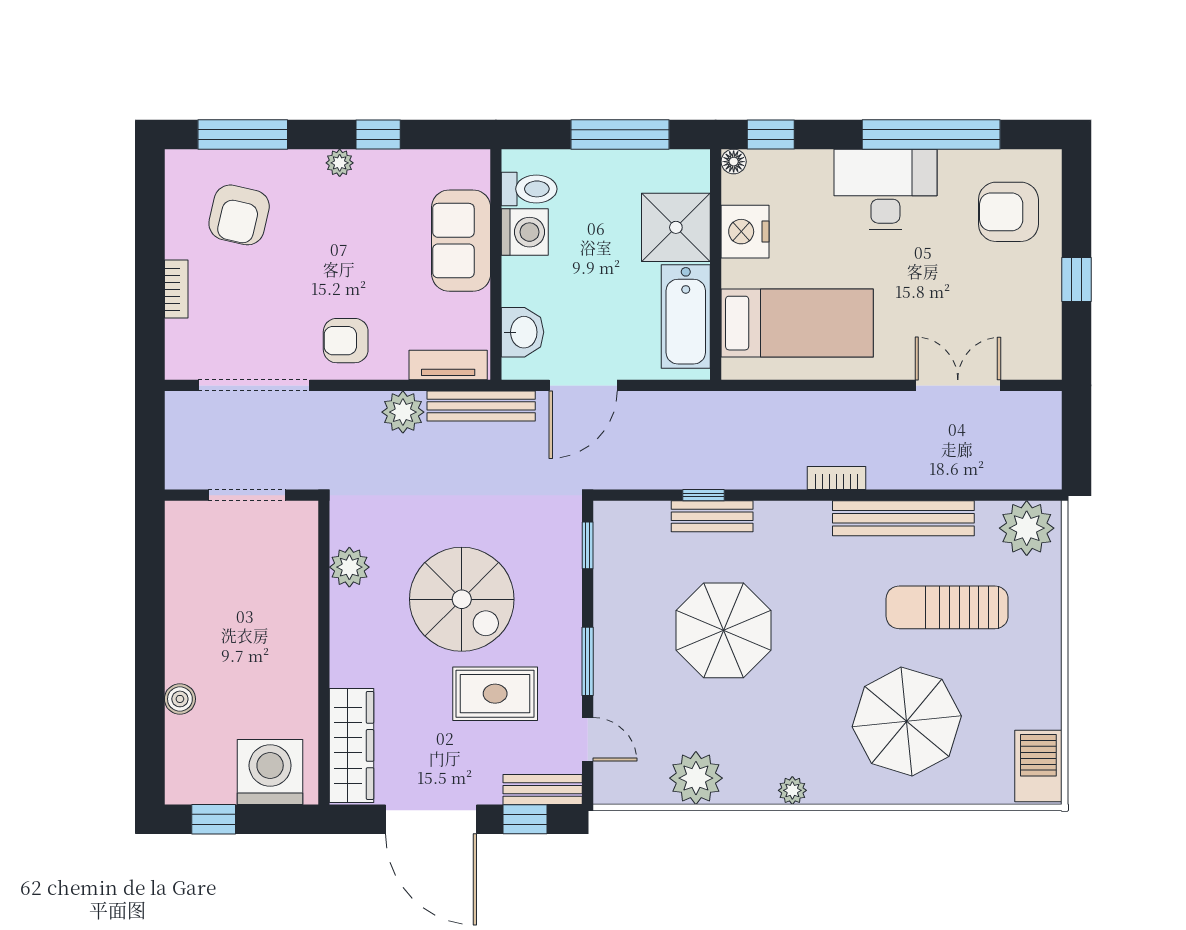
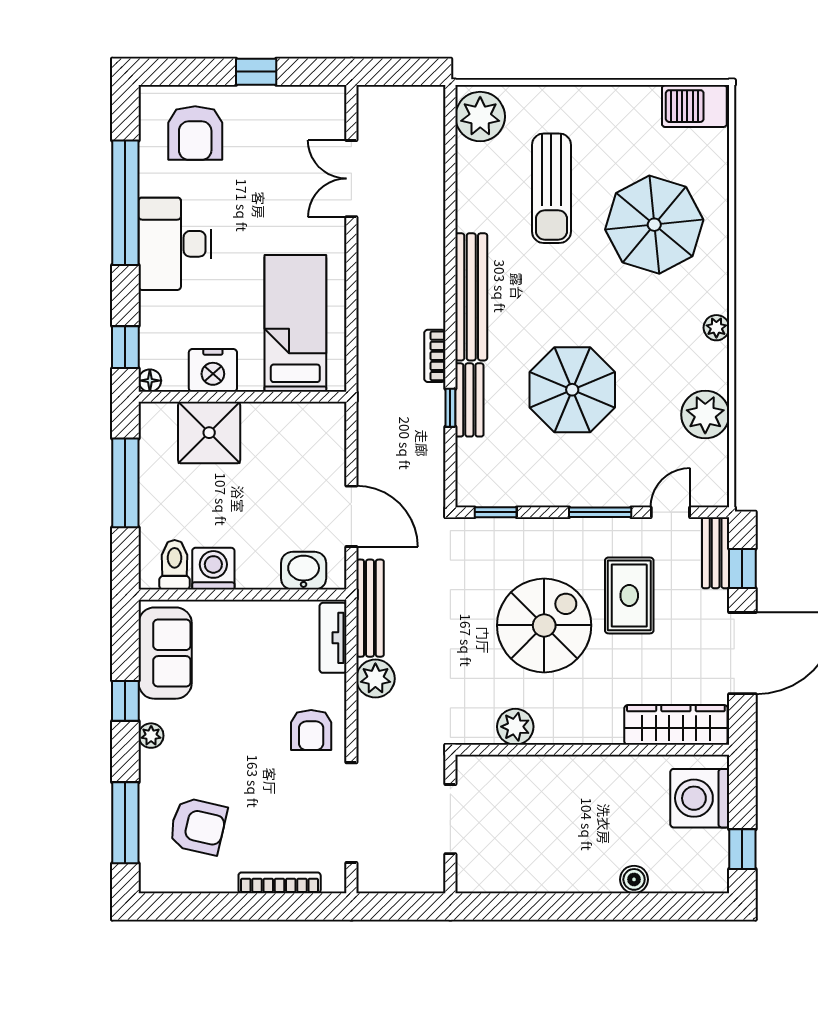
sofa: (461, 241) -> (165, 653), moved, turned -90
bookcase: (176, 289) -> (280, 883), width x1.56
bathtub: (686, 316) -> (289, 424), removed
bookcase: (837, 478) -> (435, 356), moved
bench: (903, 518) -> (471, 297), moved

